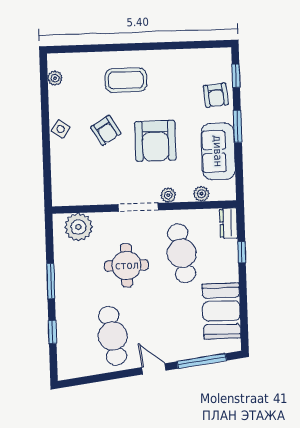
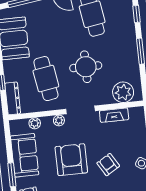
fireplace: (93, 197) -> (114, 115), added
dresser: (229, 223) -> (13, 98), width x1.44

